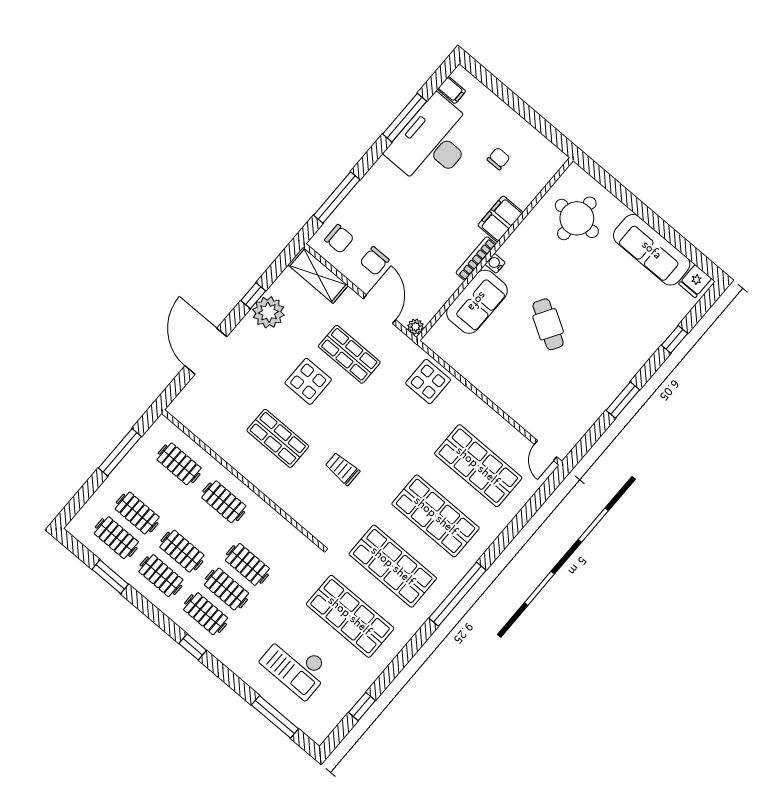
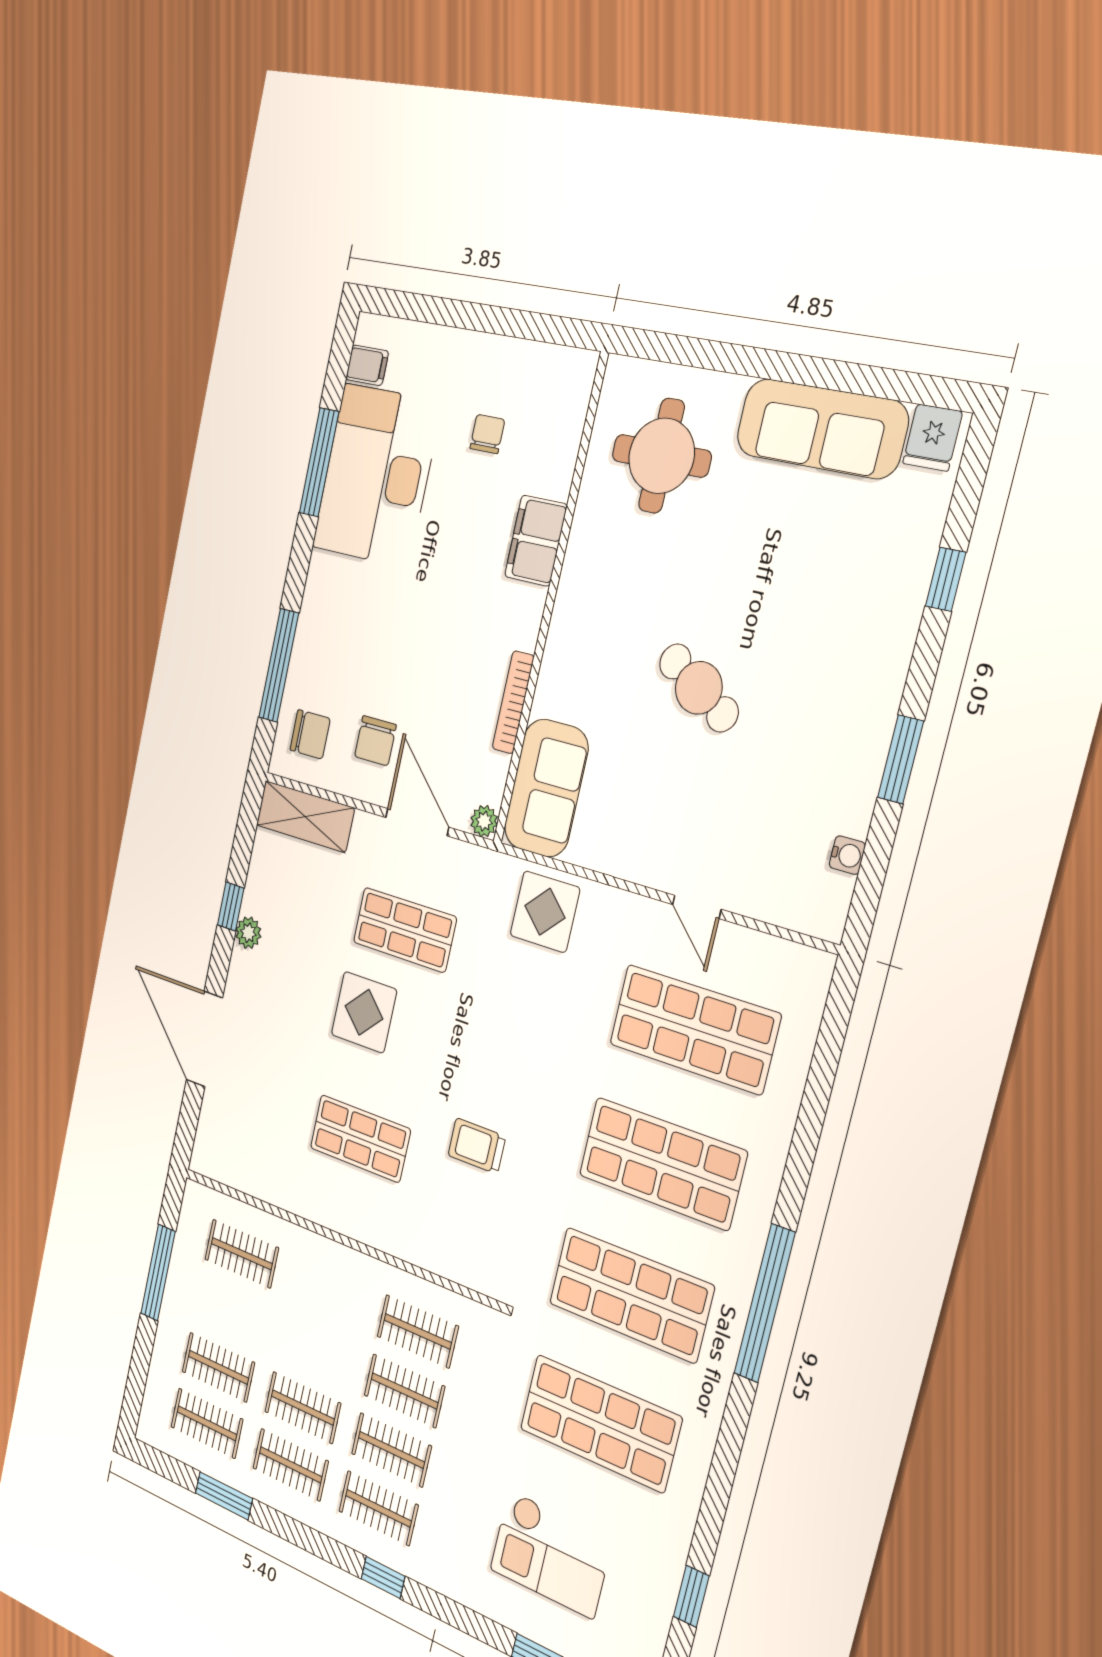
bookcase: (476, 258) -> (513, 702), moved
water cooler: (495, 263) -> (847, 855), moved, turned 180
sofa: (477, 302) -> (546, 788), moved
plant: (268, 312) -> (248, 933), width x0.53, depth x0.53
door: (545, 450) -> (697, 907), moved
clothes rail: (224, 502) -> (418, 1331), moved

